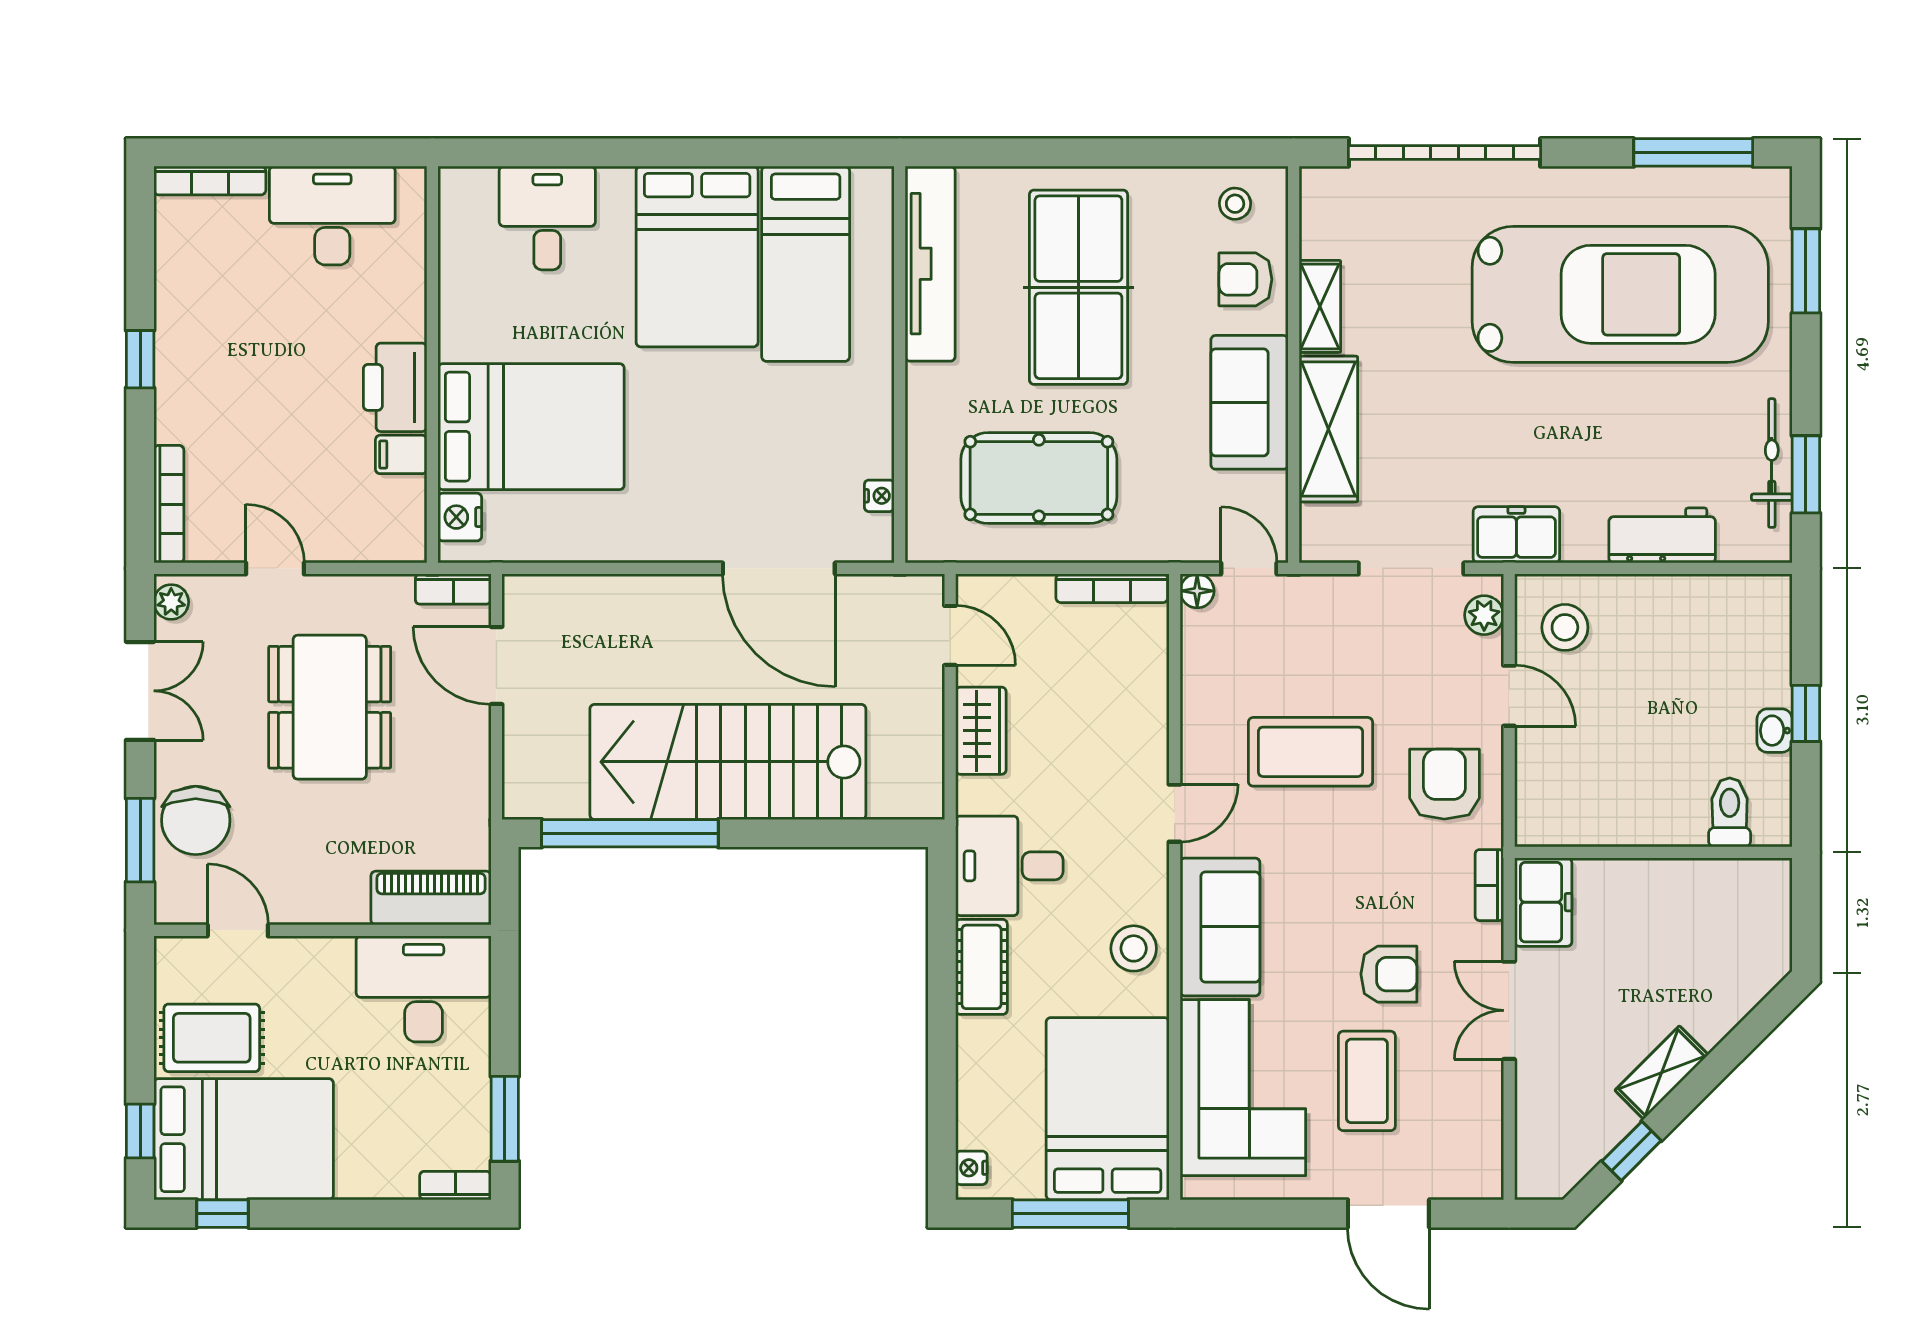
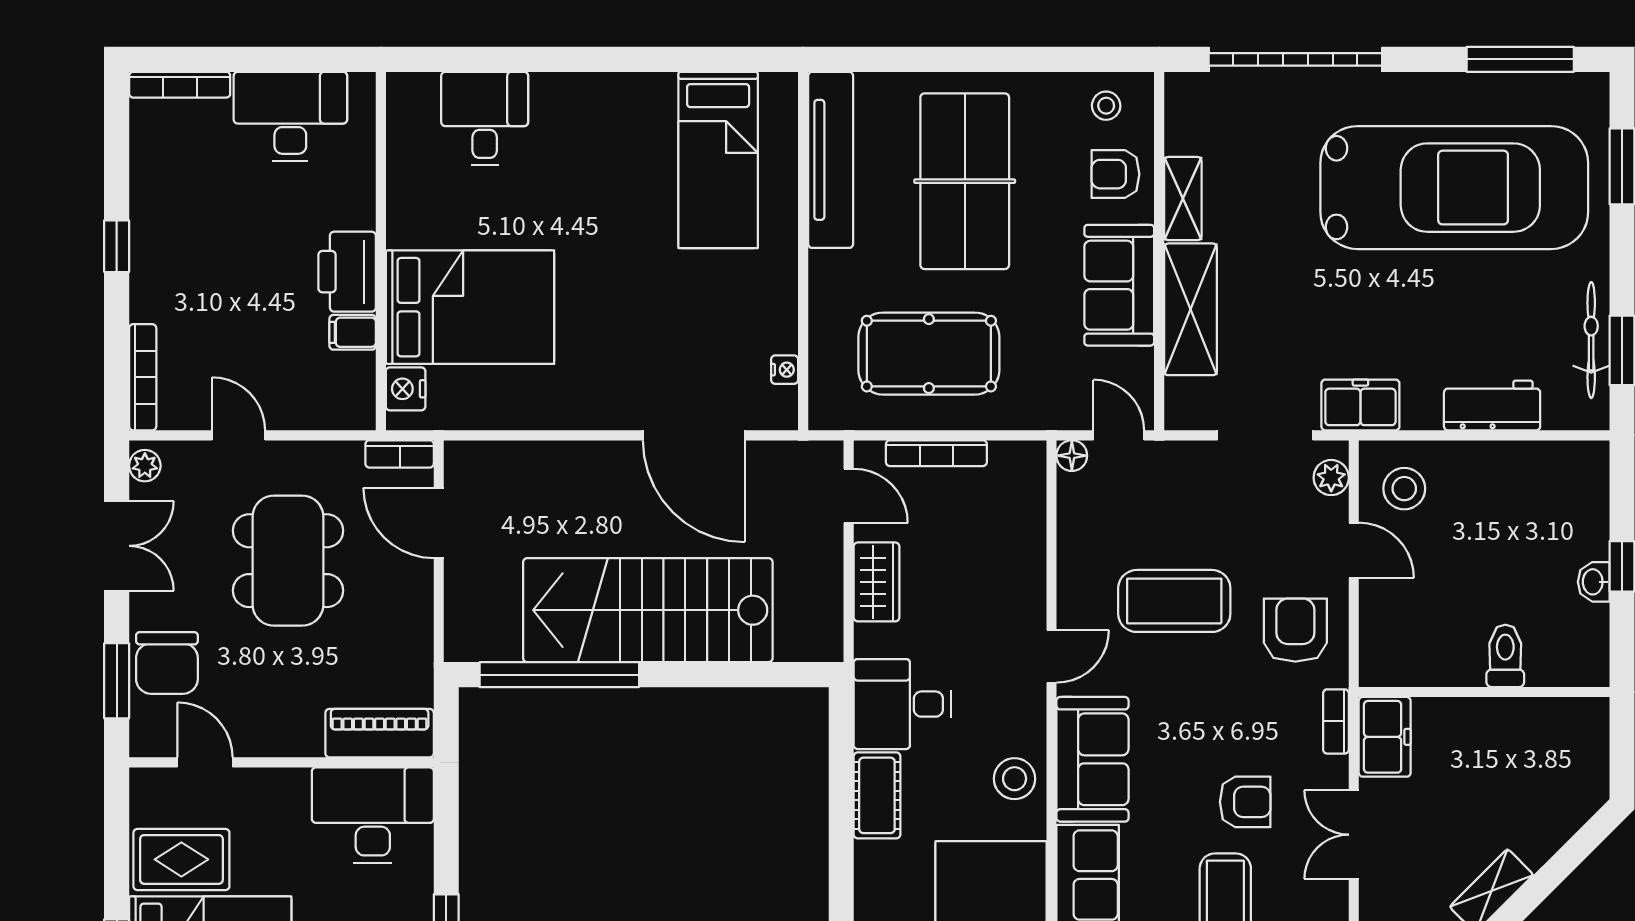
bed: (697, 257) -> (620, 153), removed
bookcase: (1112, 588) -> (936, 453), moved
toilet: (1730, 812) -> (1505, 656), moved

